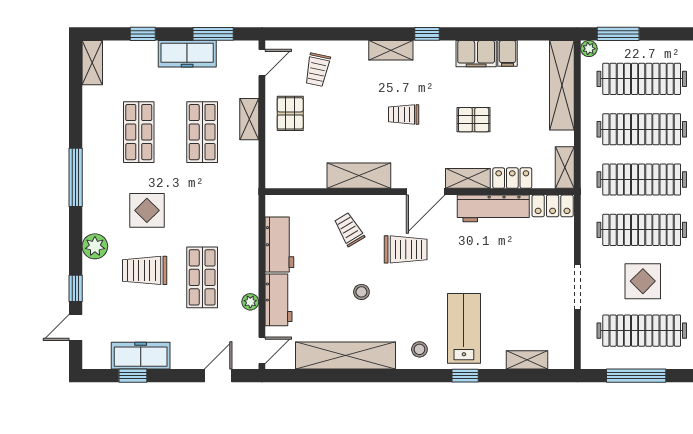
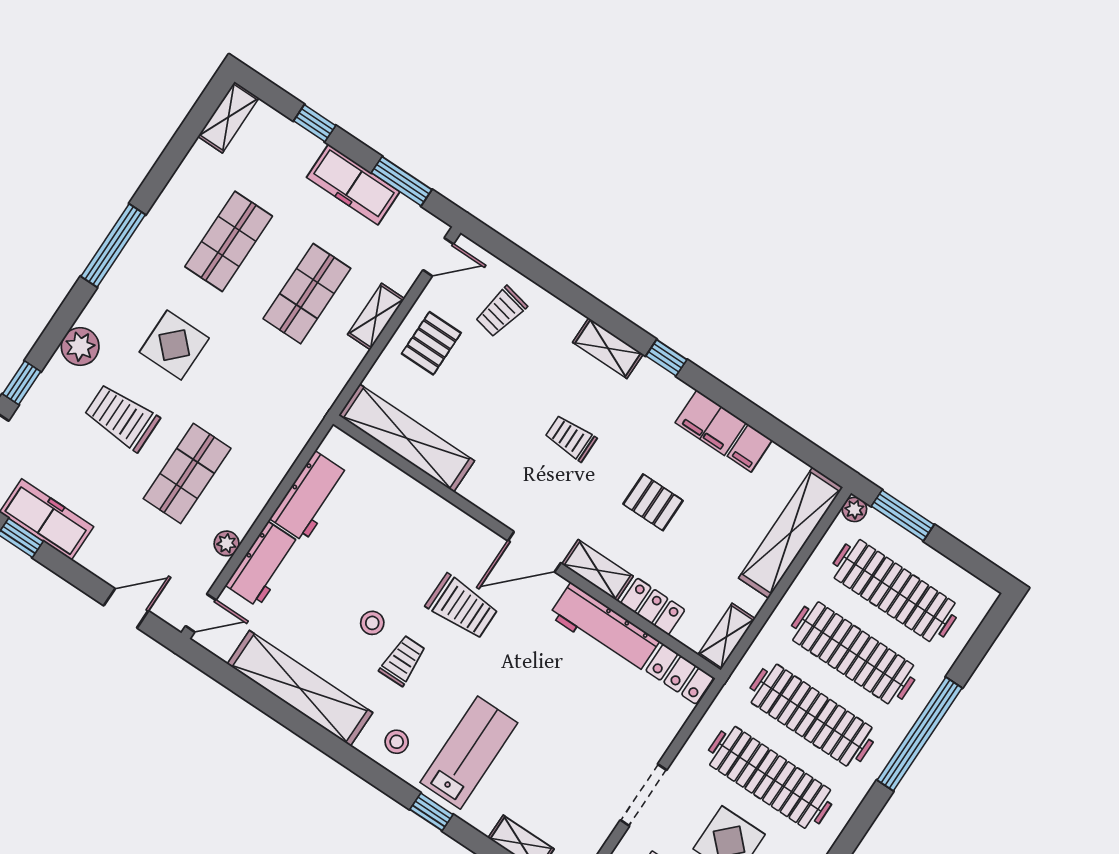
shelving: (359, 176) -> (407, 438), moved, width x1.47
trolley: (349, 229) -> (403, 661), moved, turned 31

